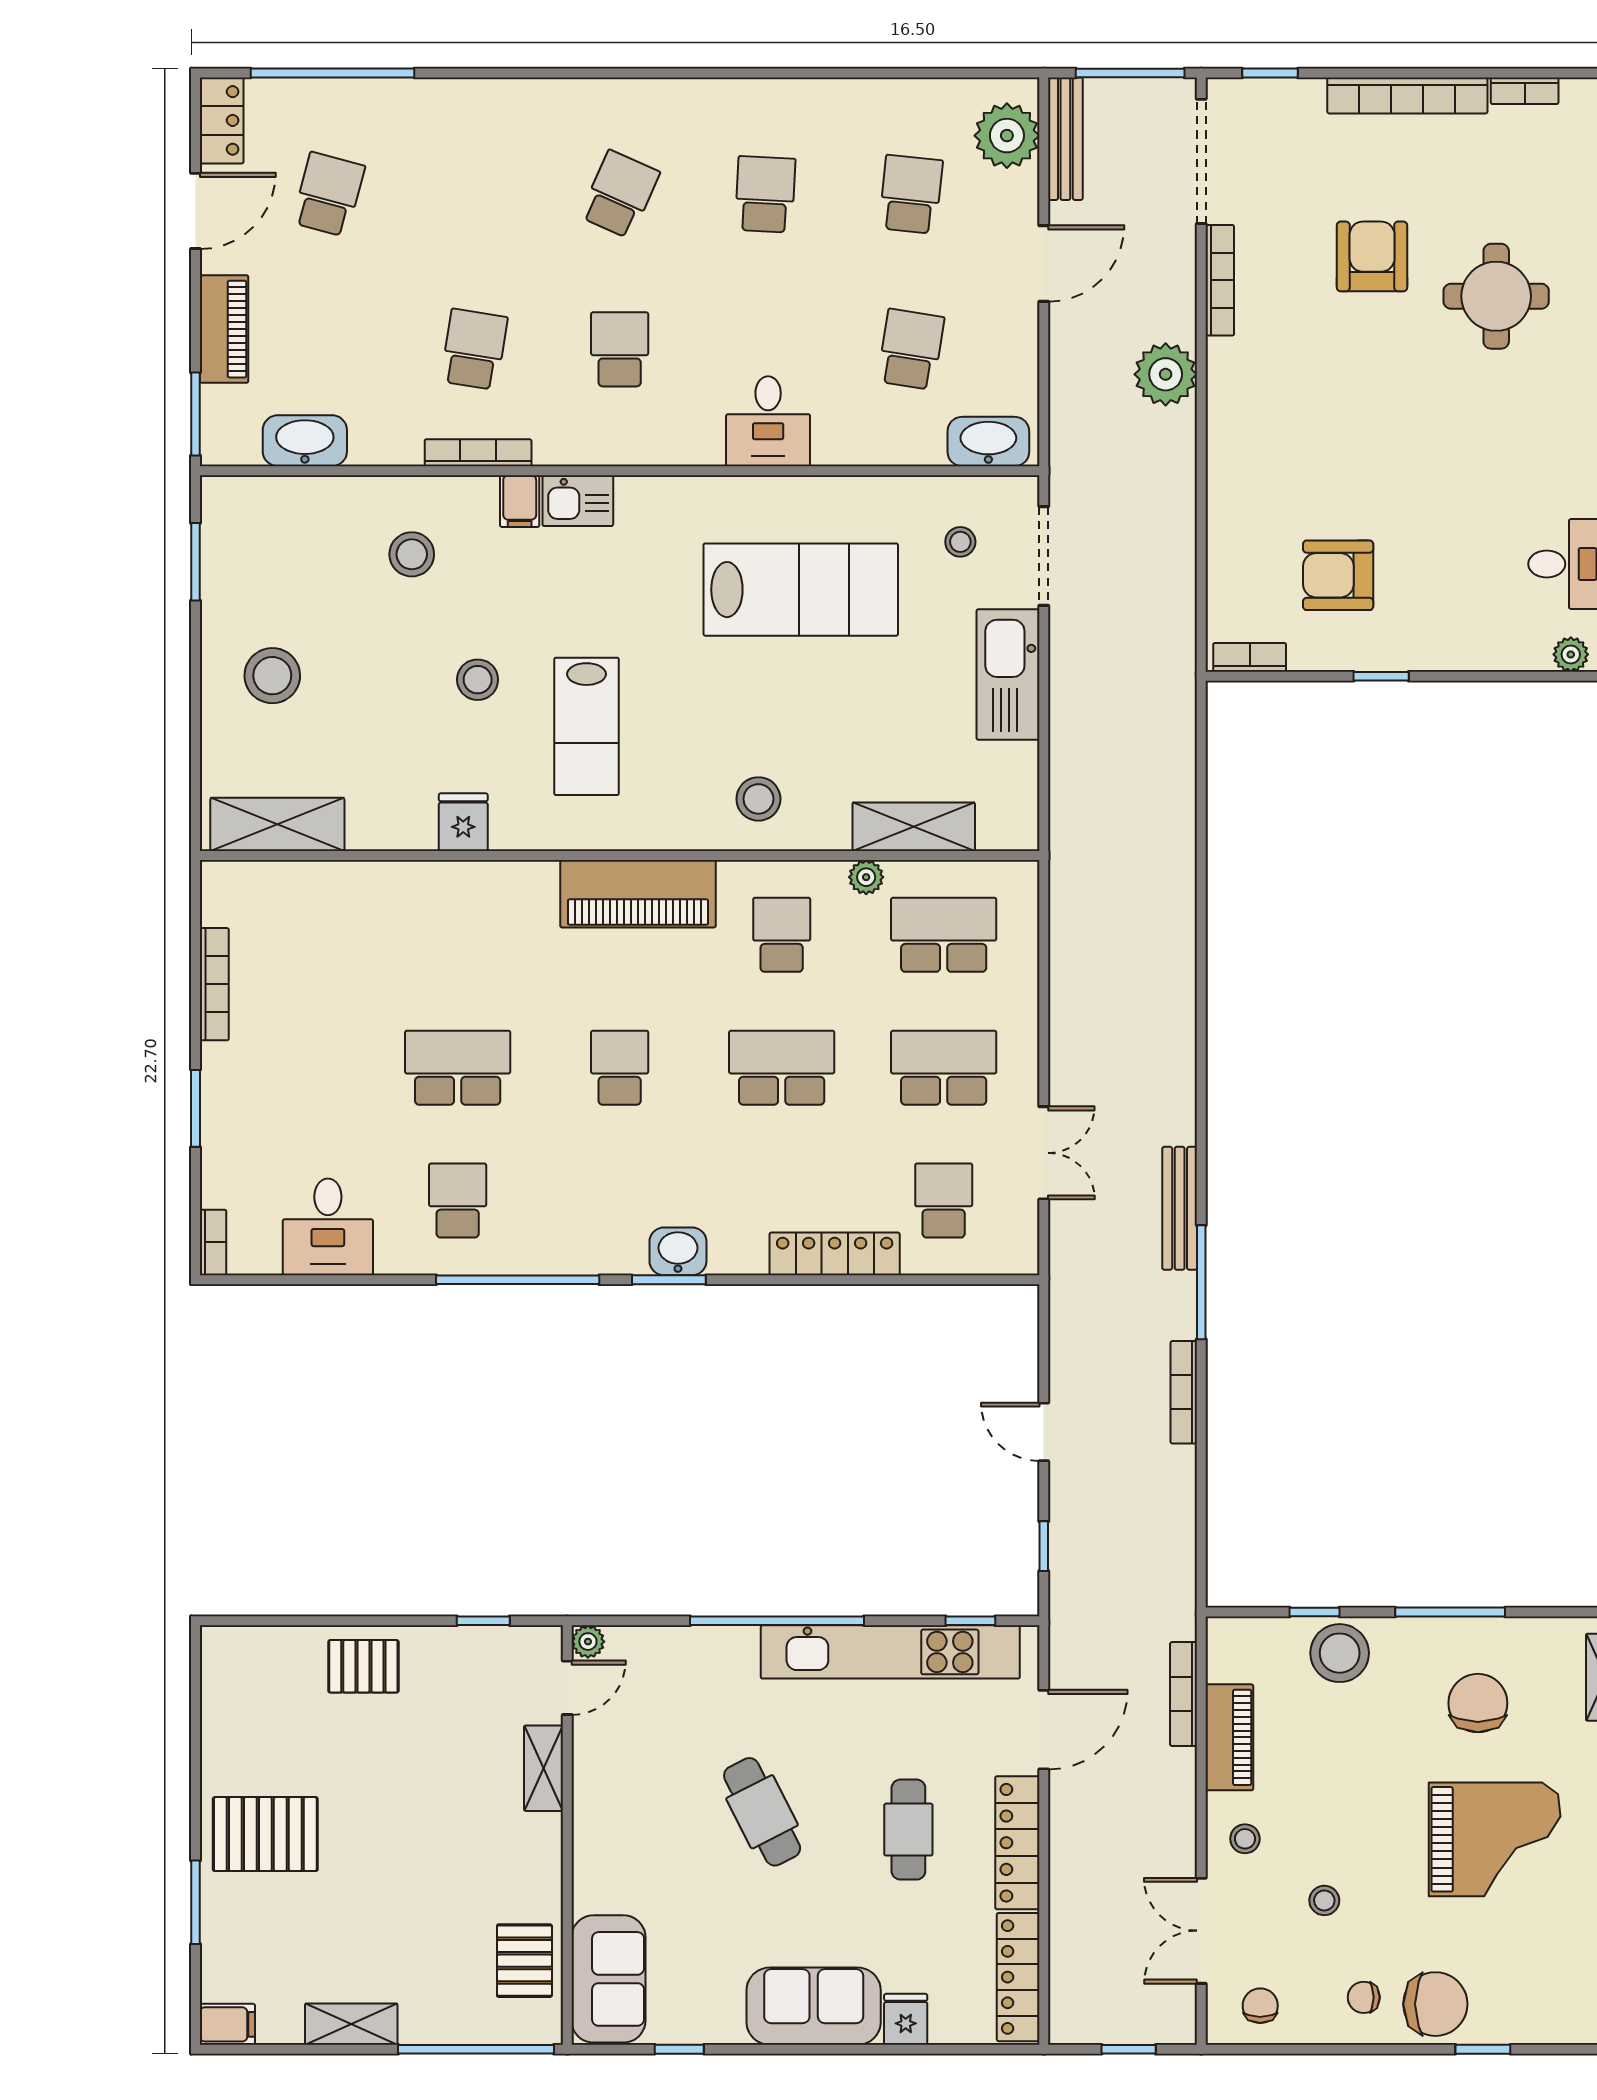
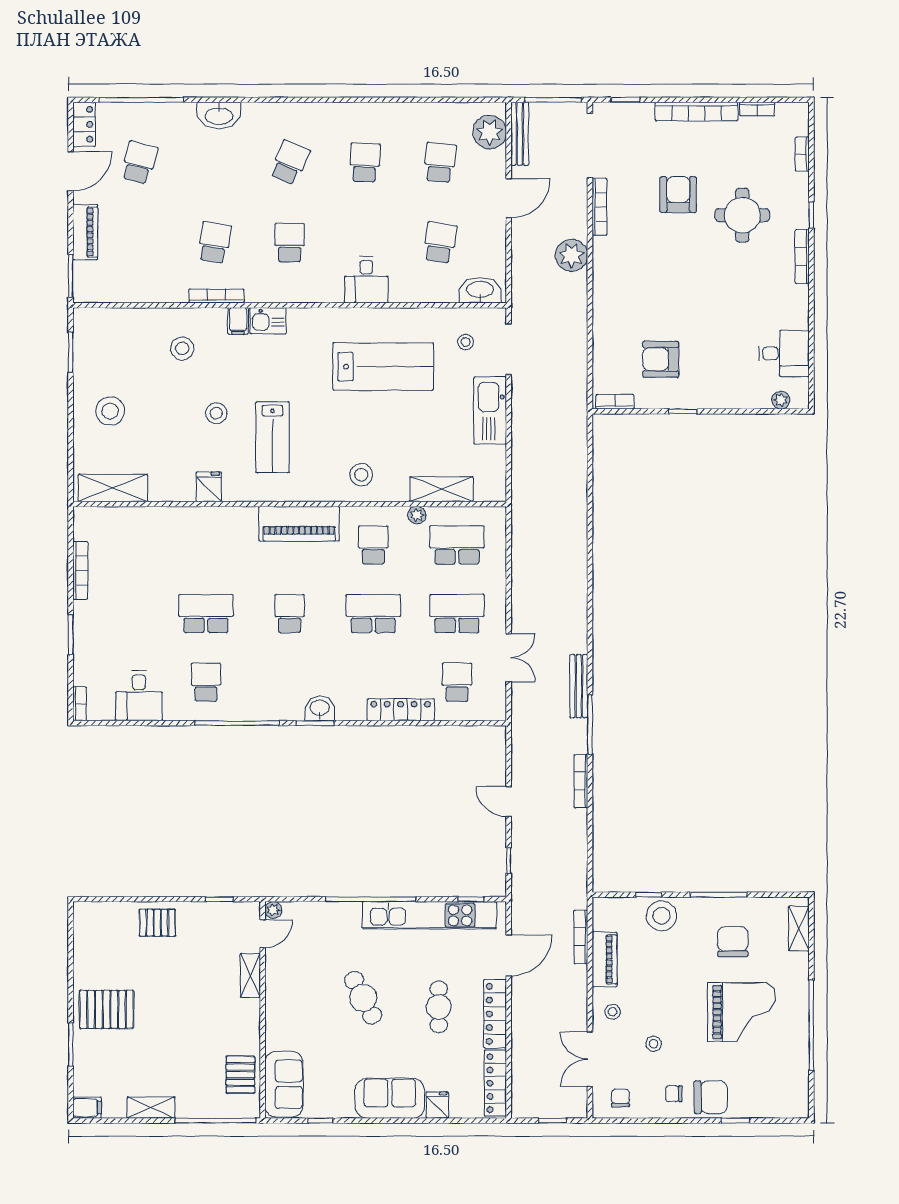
washbasin: (305, 441) -> (219, 115), moved, turned 180

